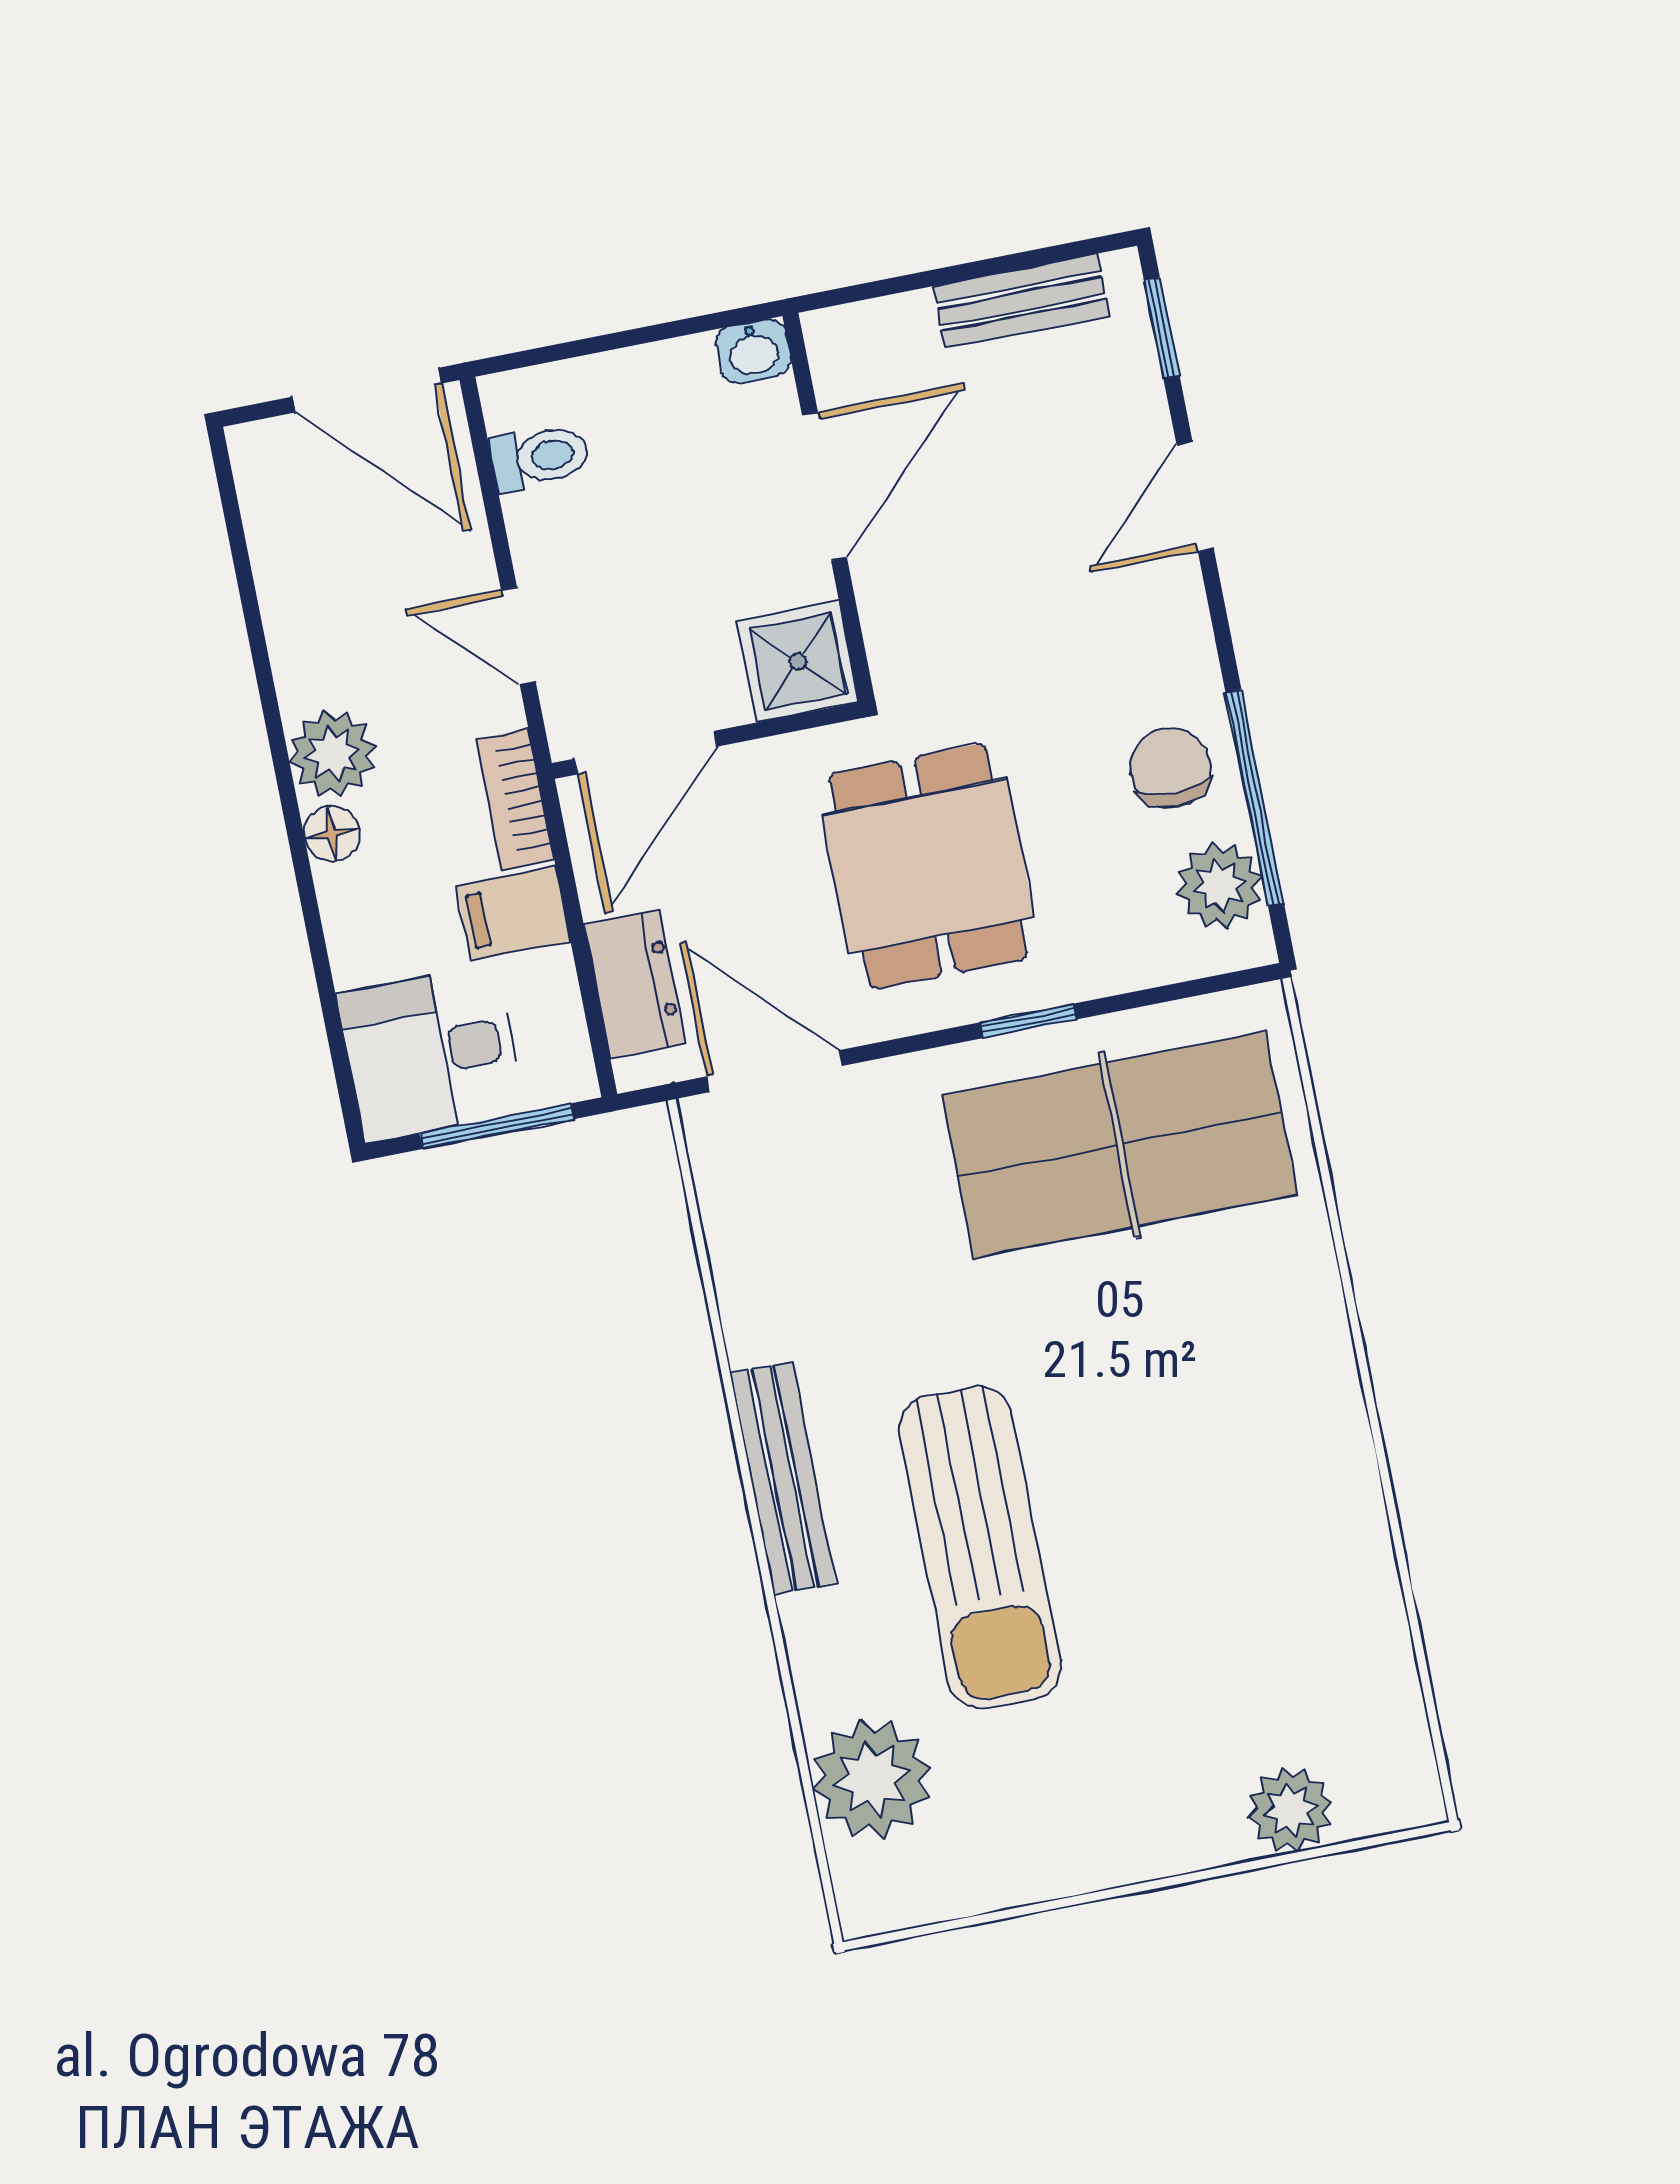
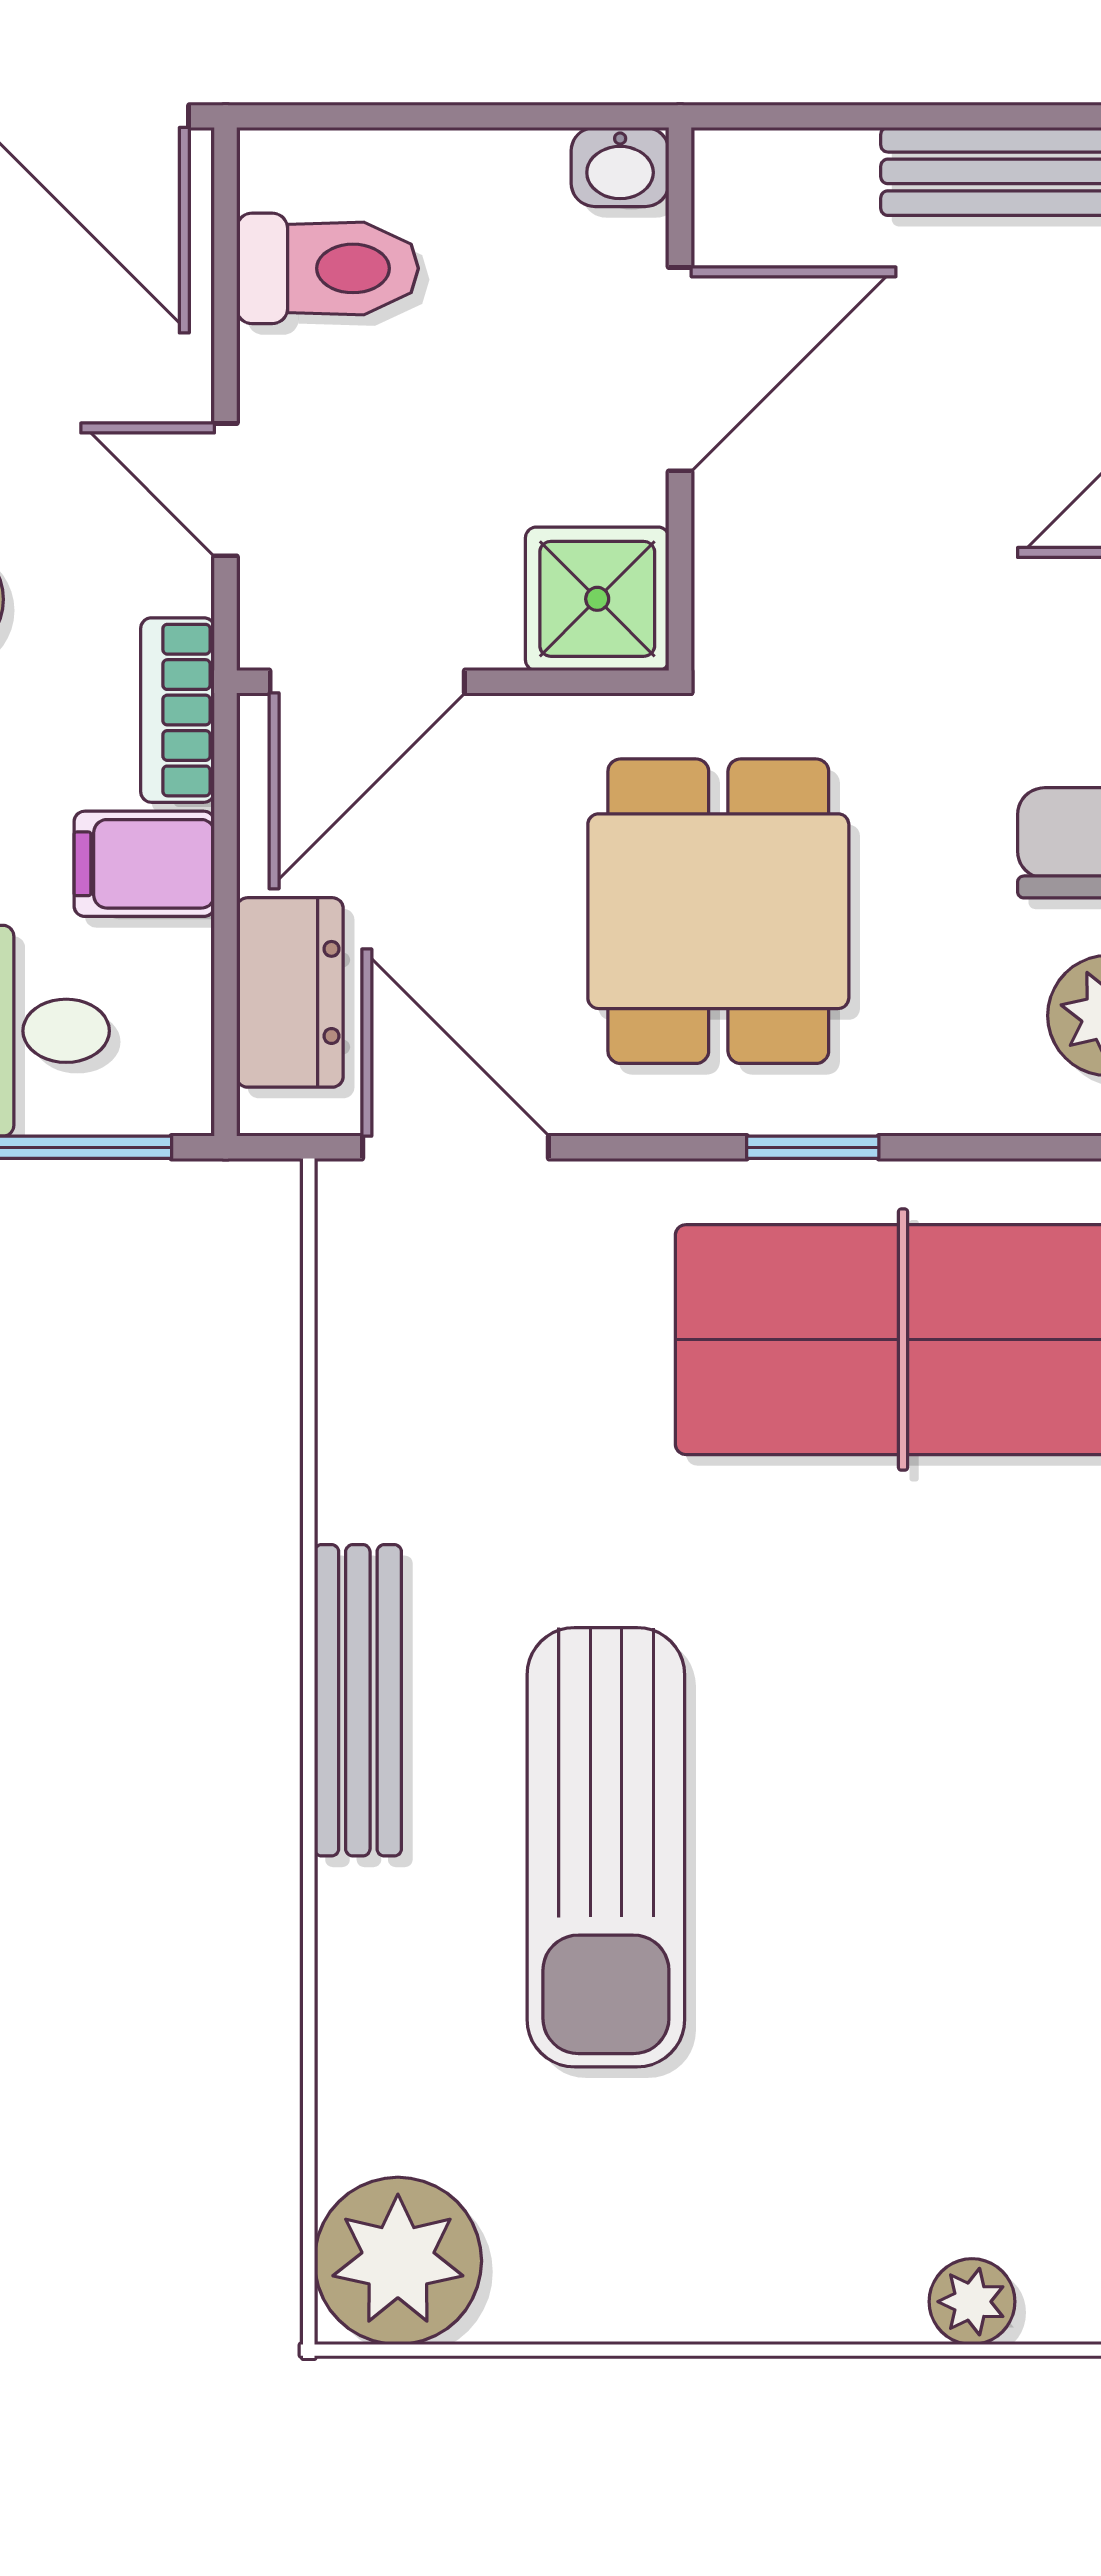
toilet: (540, 457) -> (328, 268), width x1.37, depth x1.39
plant: (872, 1779) -> (398, 2261), moved
plant: (1290, 1810) -> (972, 2302), width x0.73, depth x0.73

